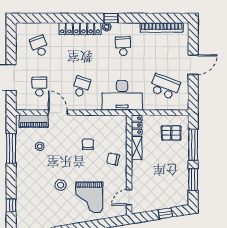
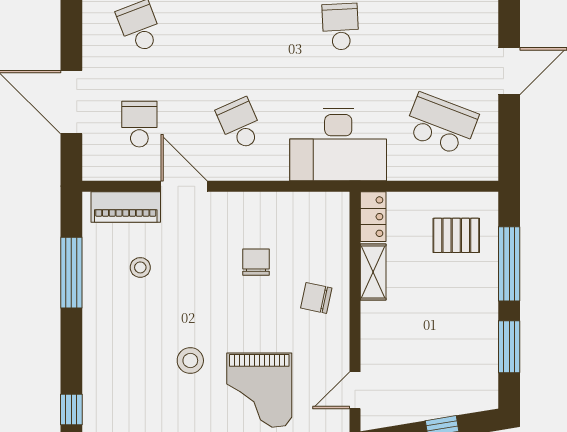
school desk: (81, 87) -> (240, 124), turned -42

